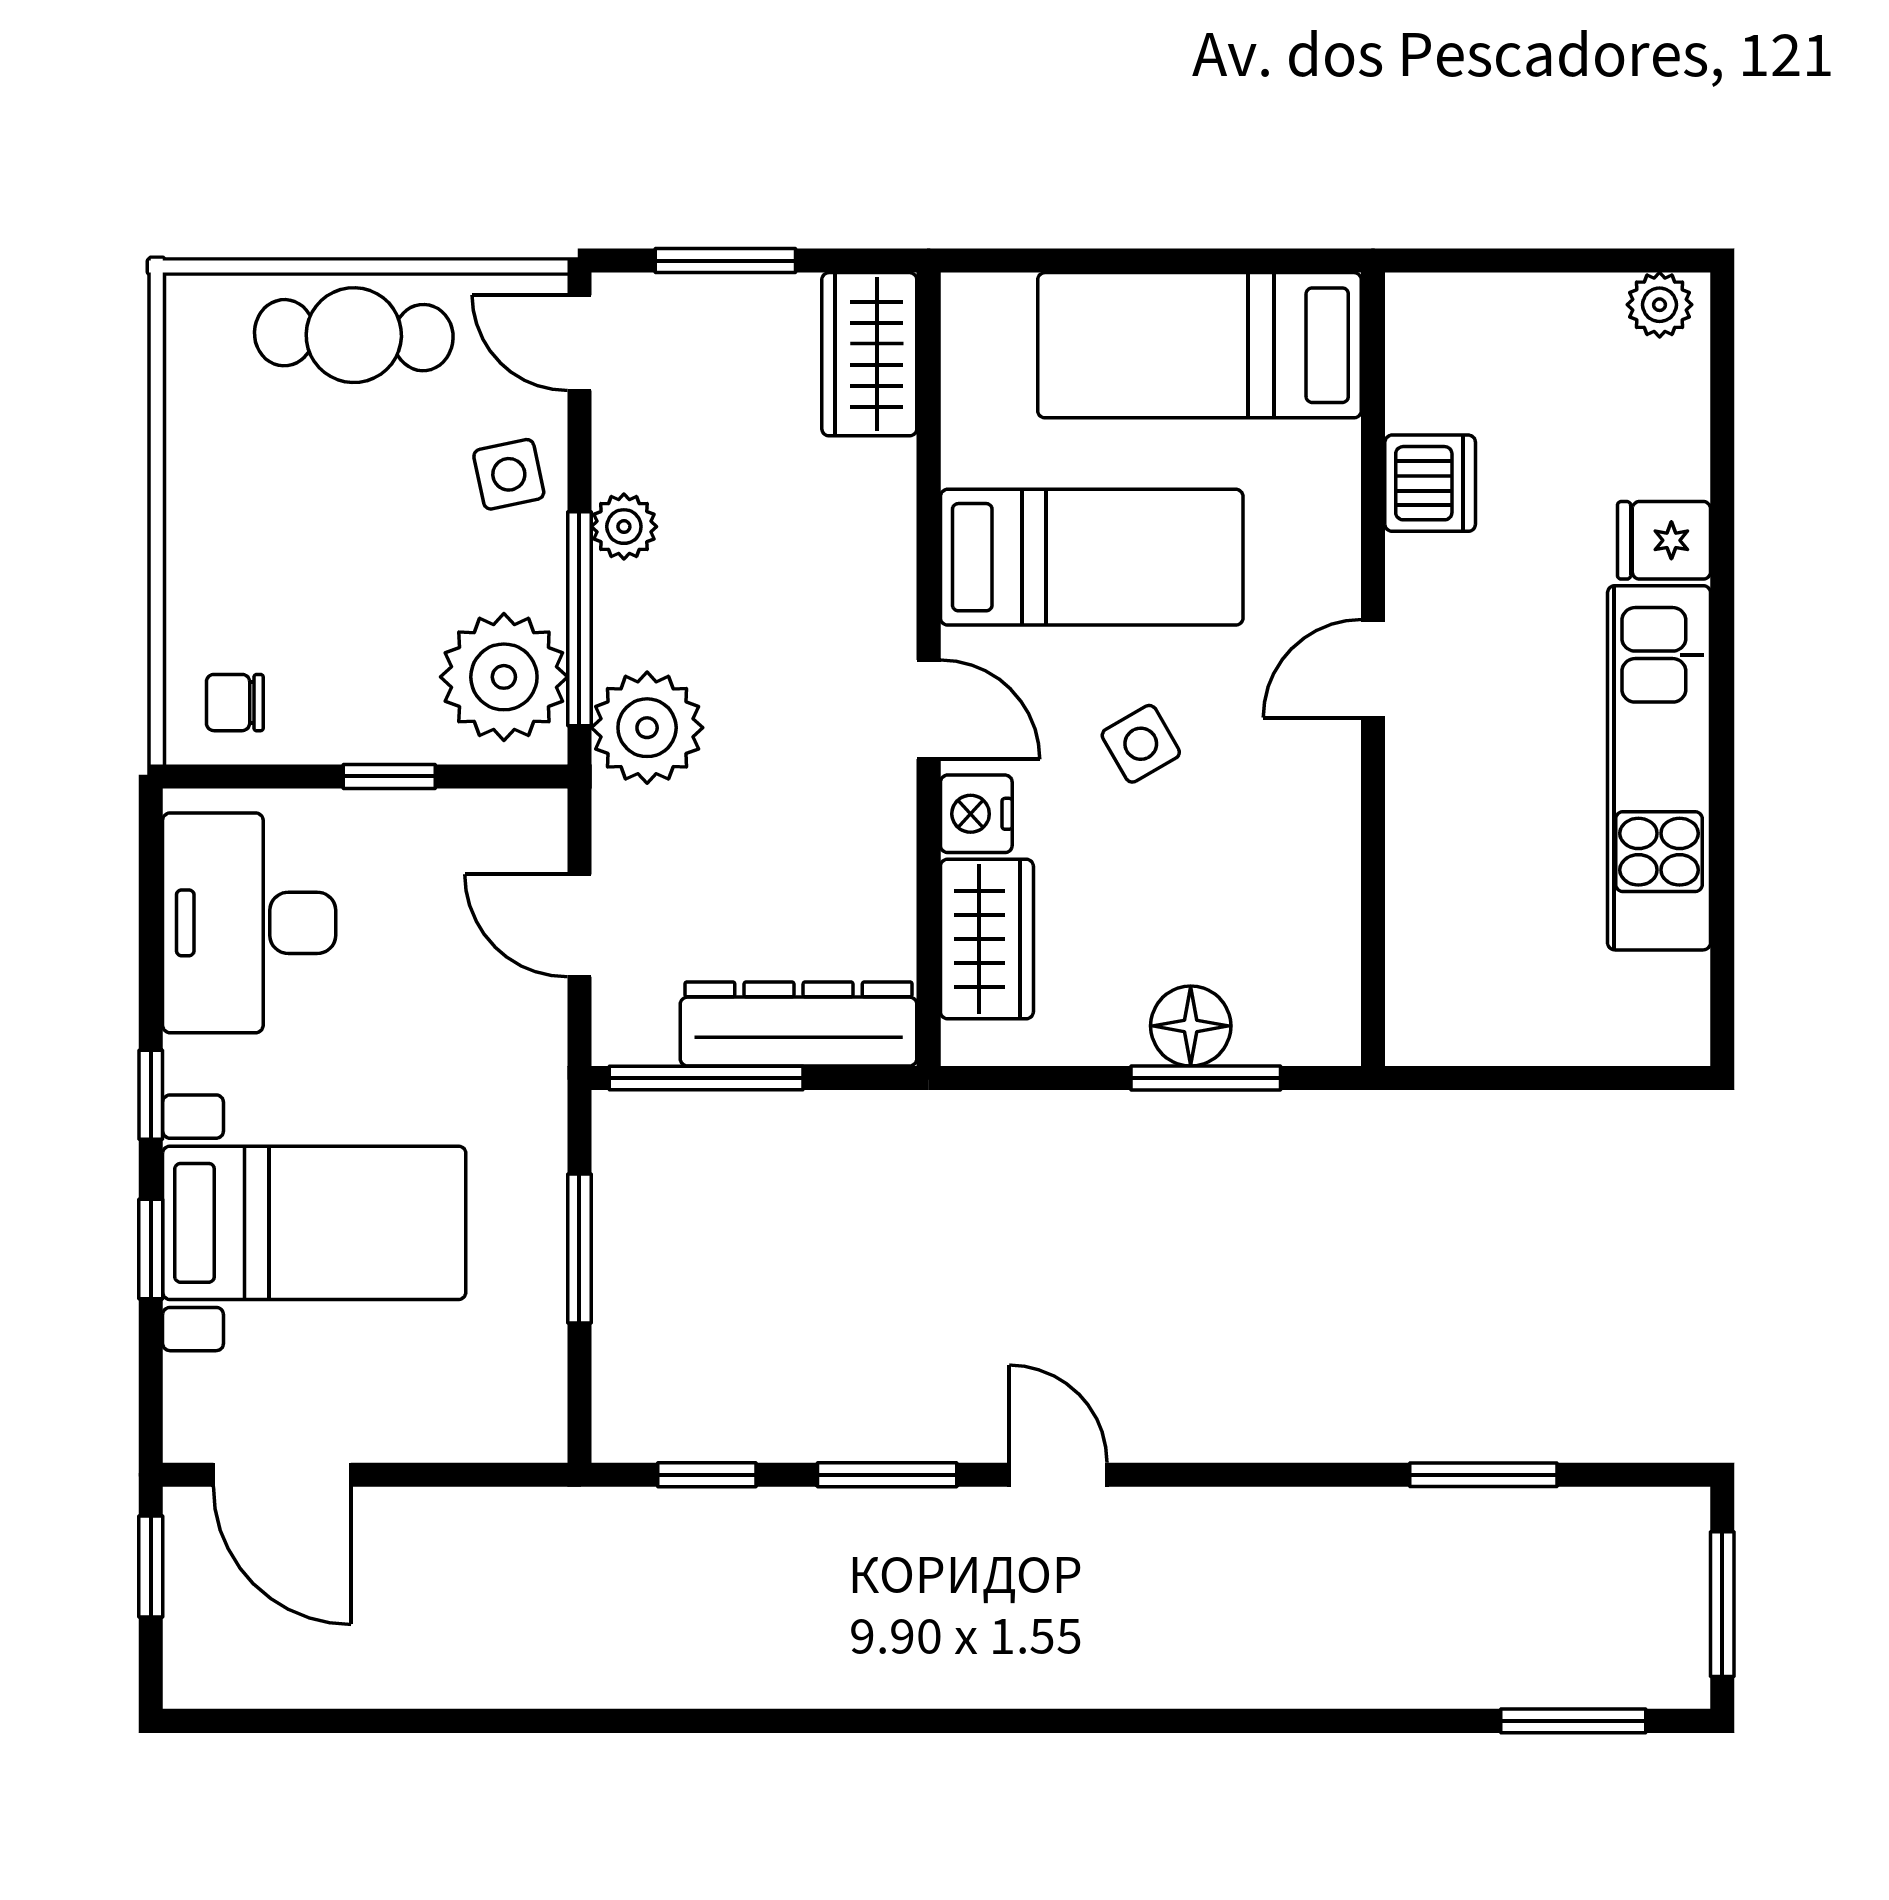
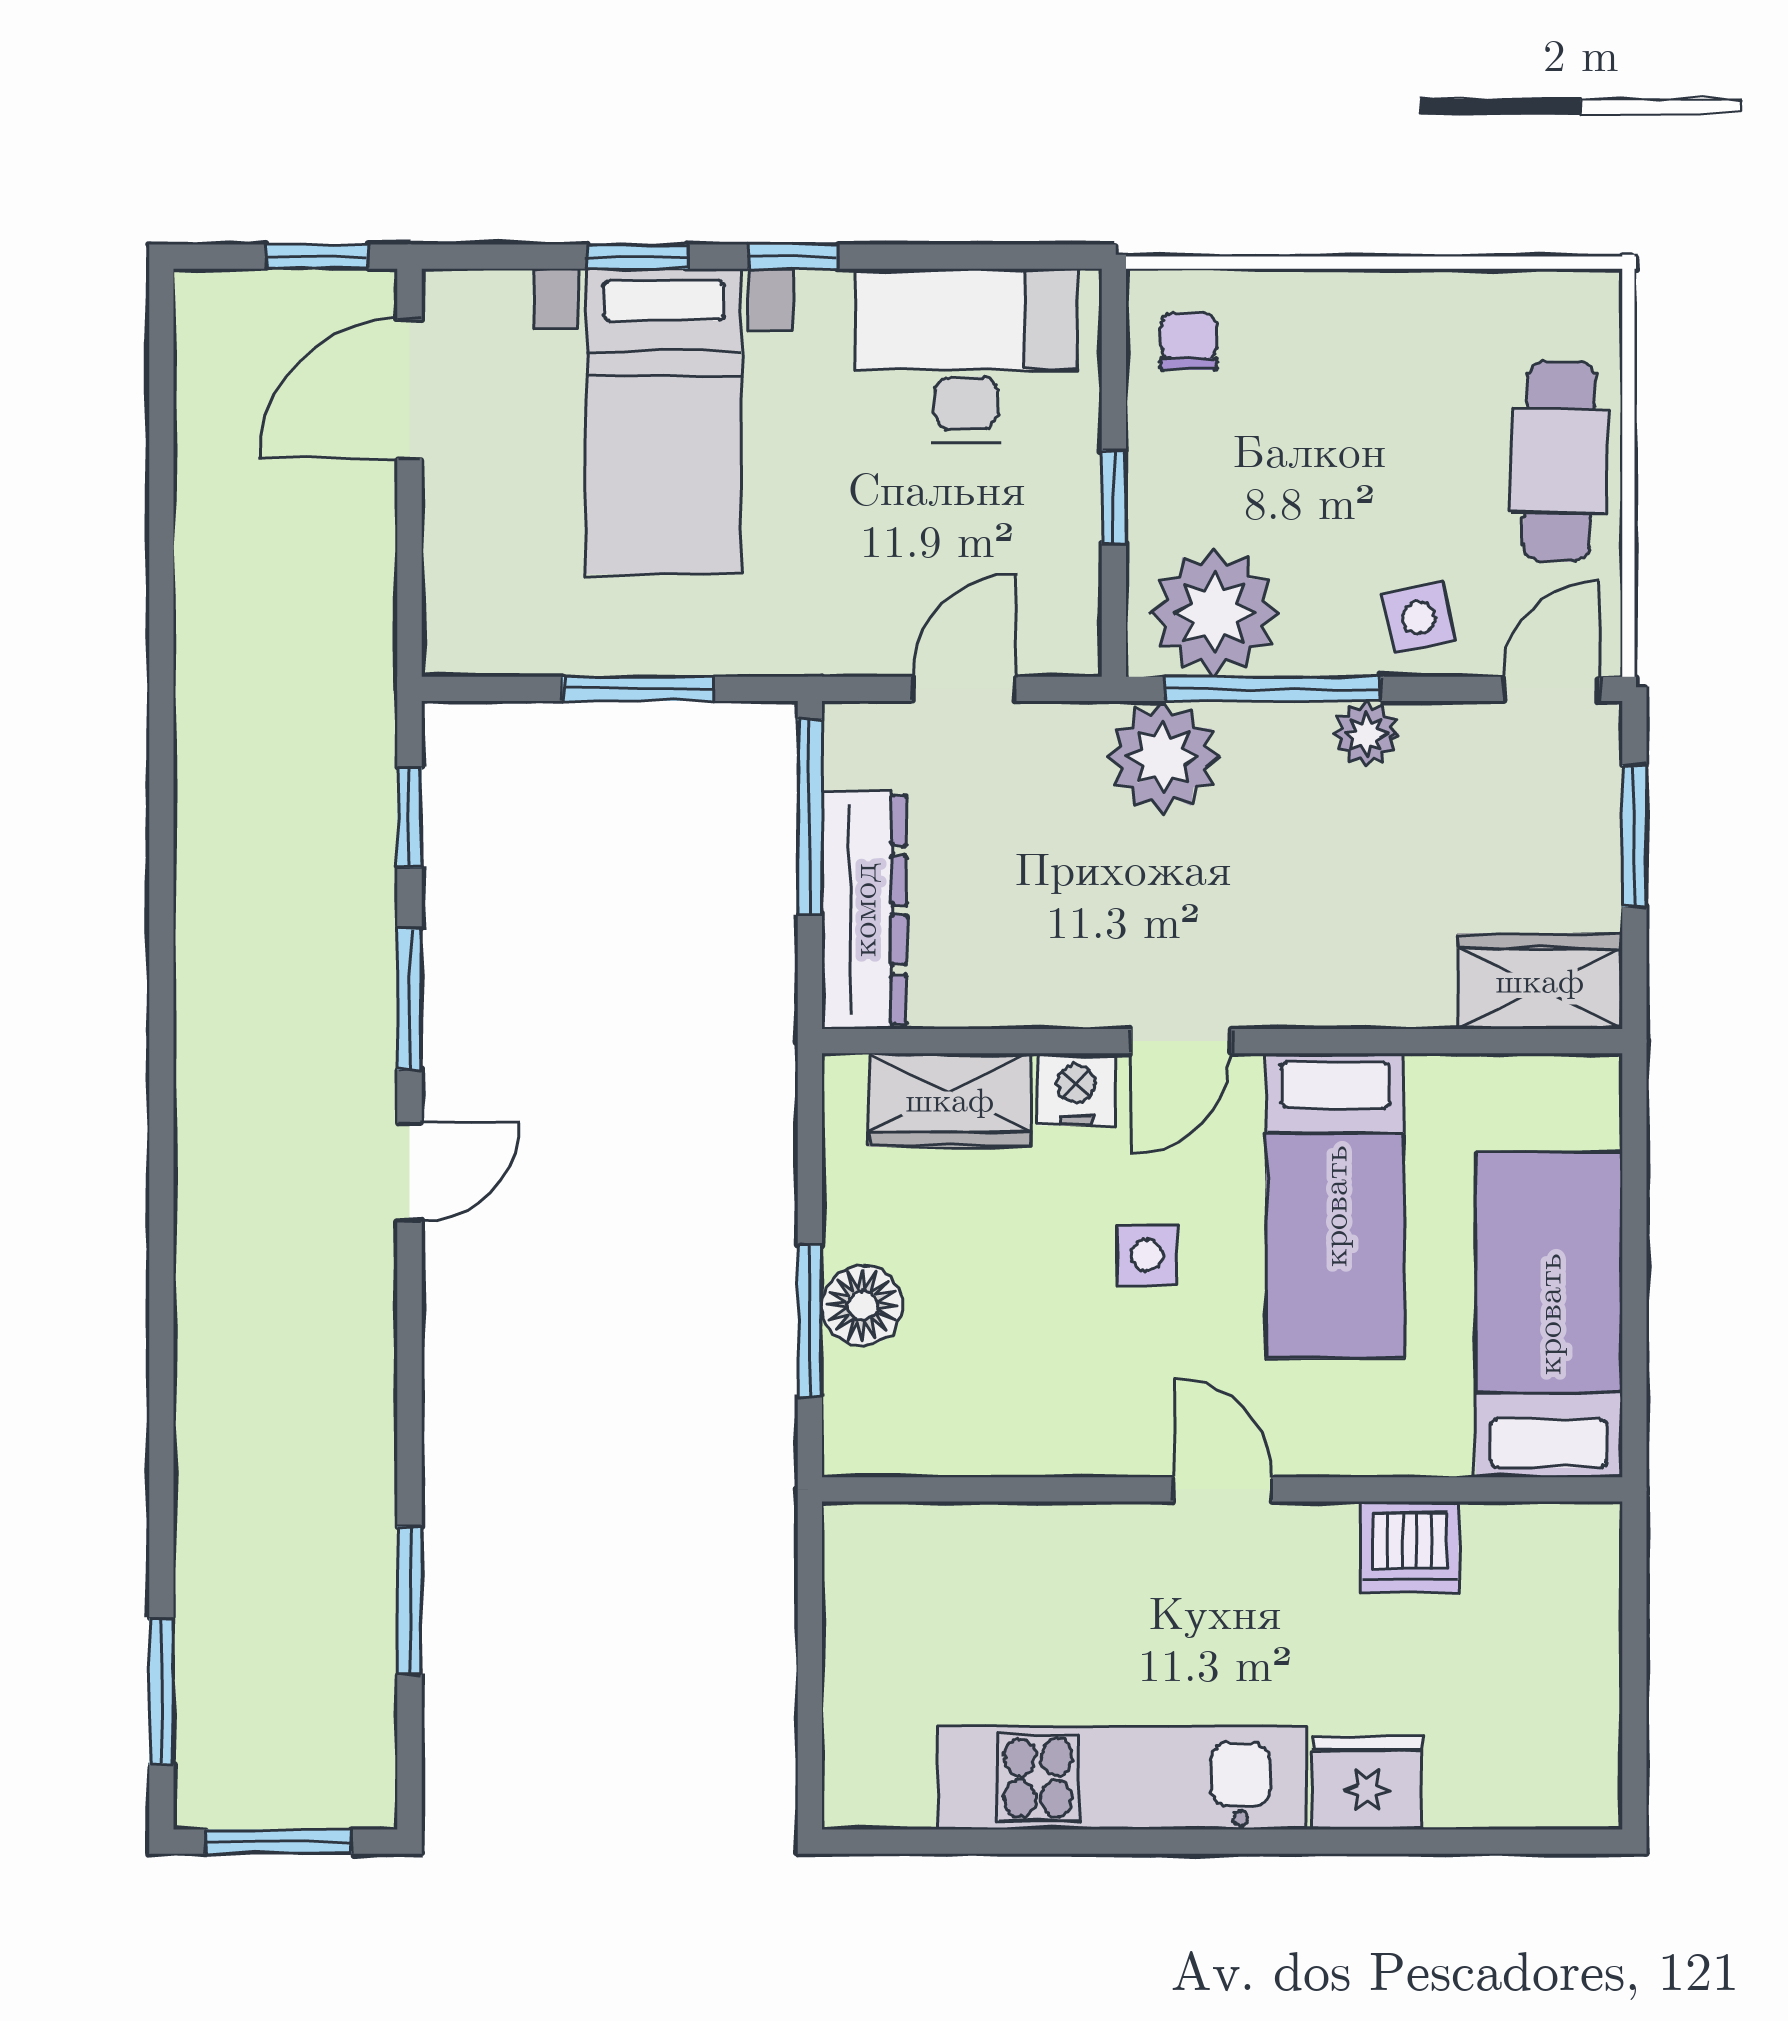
plant: (1660, 305) -> (1590, 1778), removed
fridge: (1664, 540) -> (1367, 1783), width x1.38
side table: (1141, 744) -> (1147, 1255), turned 30

